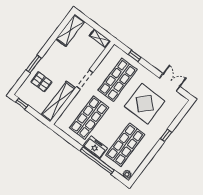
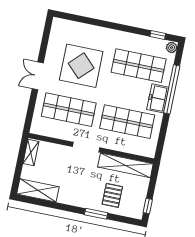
window: (135, 56) -> (32, 103), removed
double door: (170, 82) -> (38, 76), moved
window: (166, 135) -> (158, 35), moved

